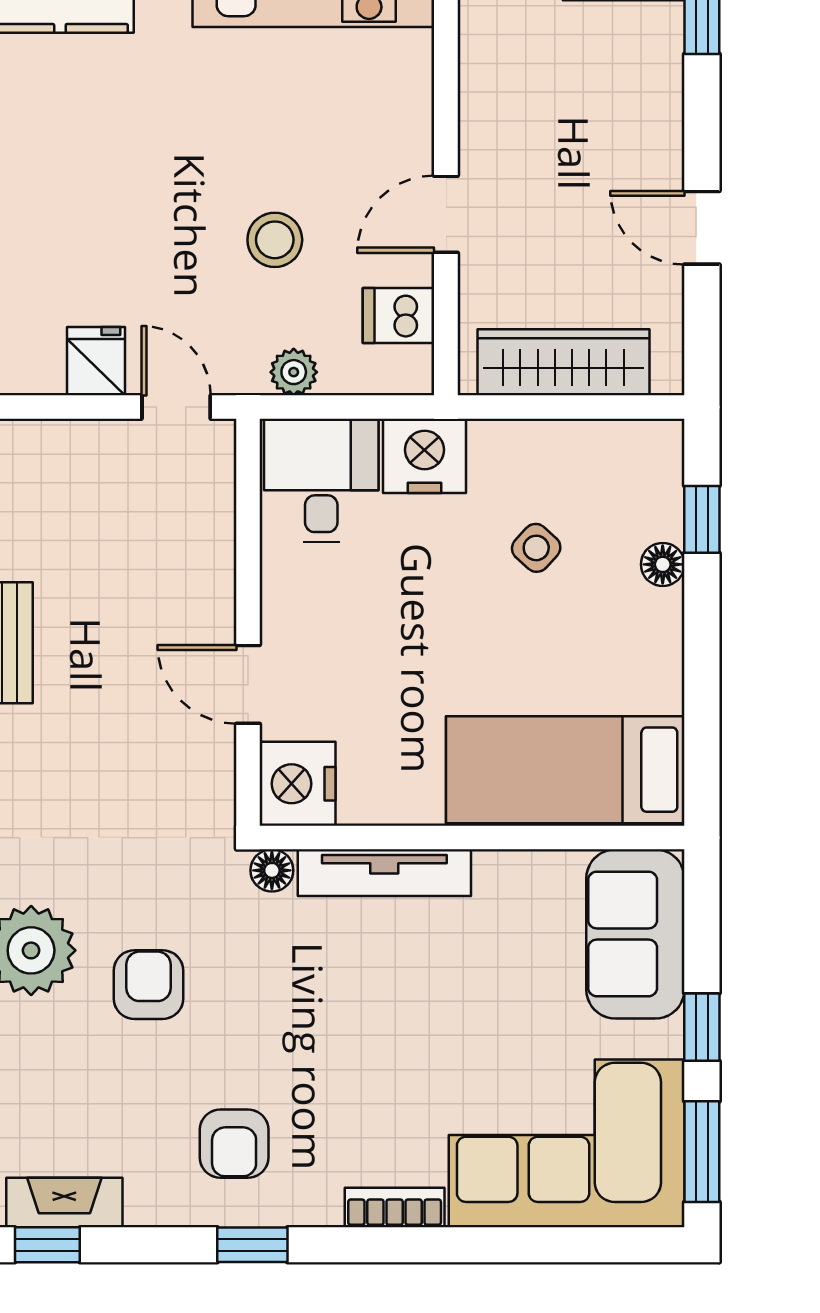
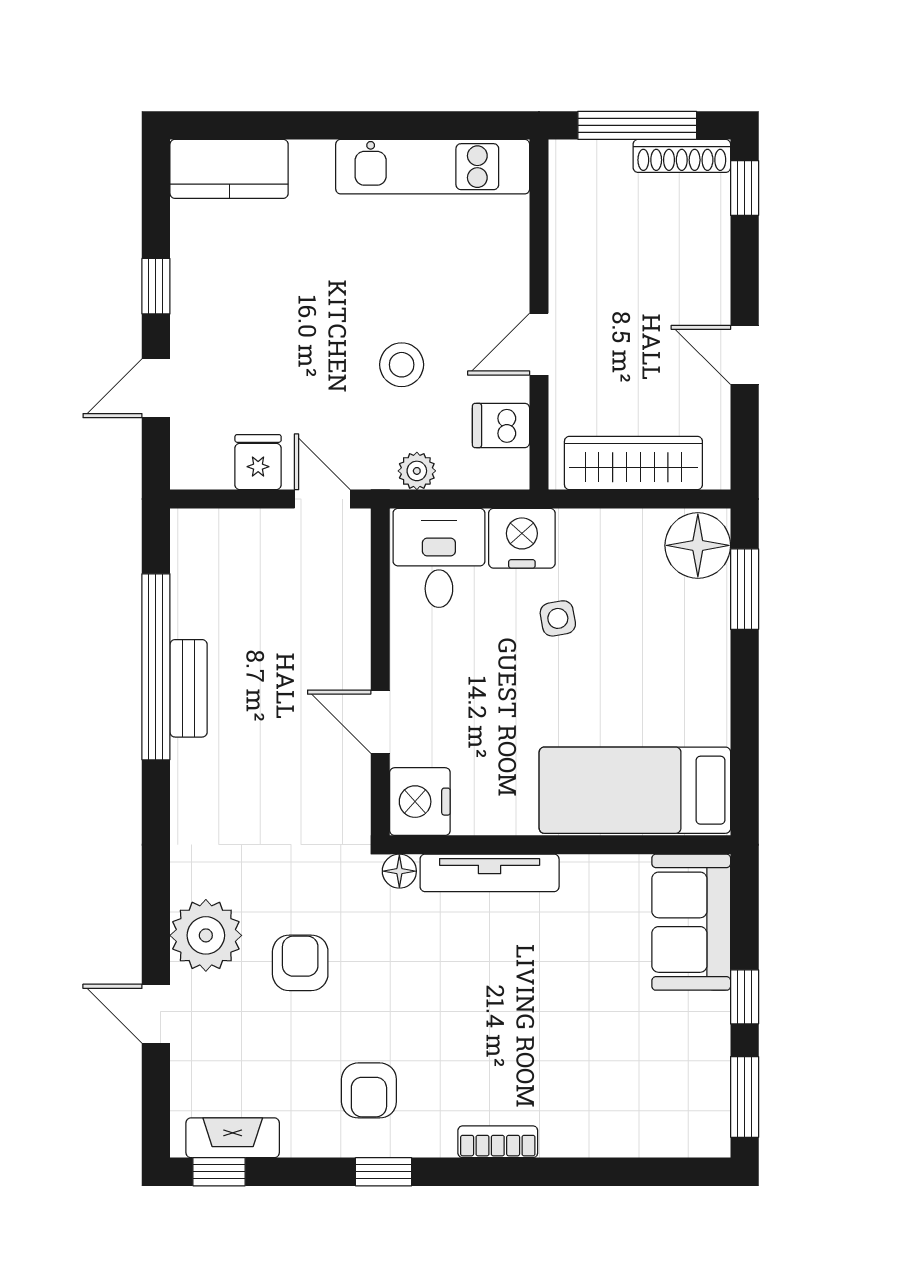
window: (702, 519) -> (745, 589), width x1.50
side table: (536, 548) -> (558, 618), moved, turned 38
floor lamp: (663, 564) -> (698, 545), moved, width x1.89, depth x1.89
corner sofa: (567, 1143) -> (636, 1090), removed

